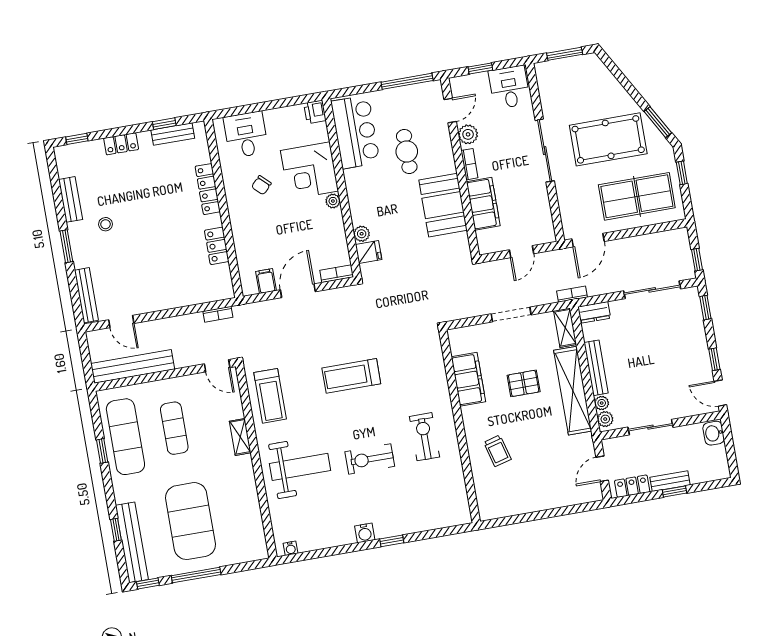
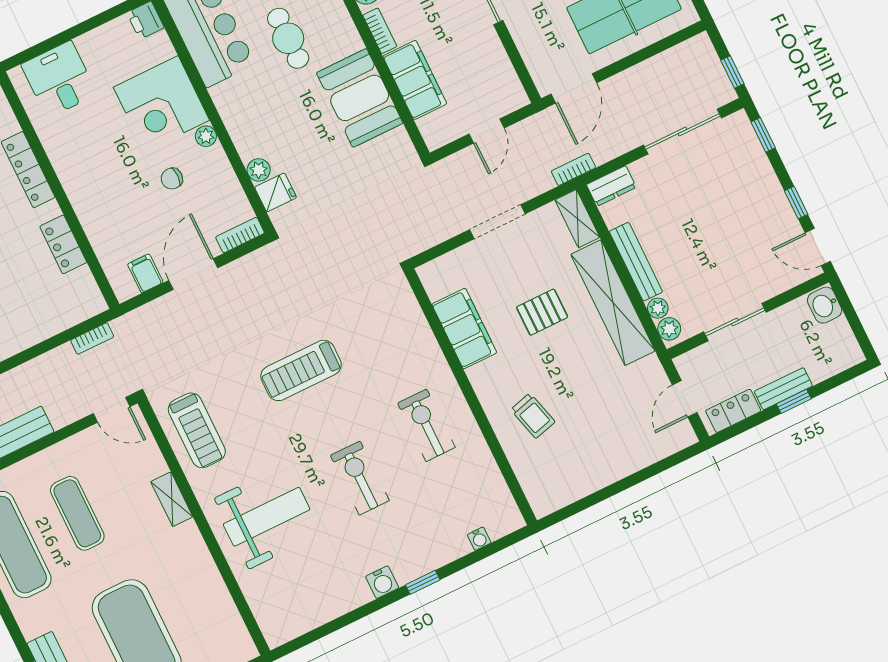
chair: (261, 185) -> (172, 179), moved, turned 46
exercise bike: (370, 459) -> (360, 478), turned 90
water cooler: (291, 548) -> (479, 539), moved

